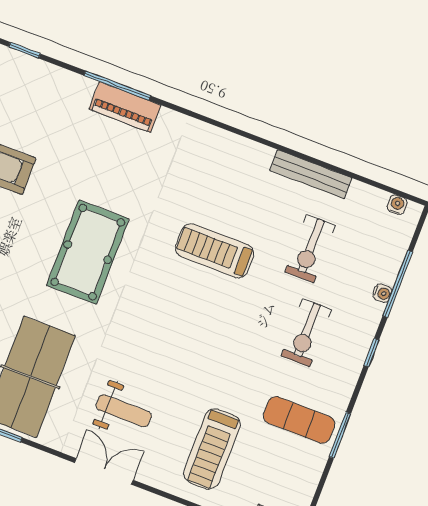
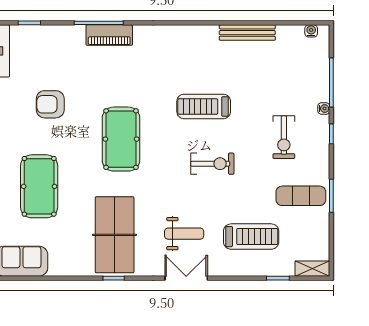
exercise bike: (310, 249) -> (212, 164), moved, turned -90
water cooler: (382, 293) -> (324, 108), moved
treadmill: (212, 449) -> (251, 237), turned -90

